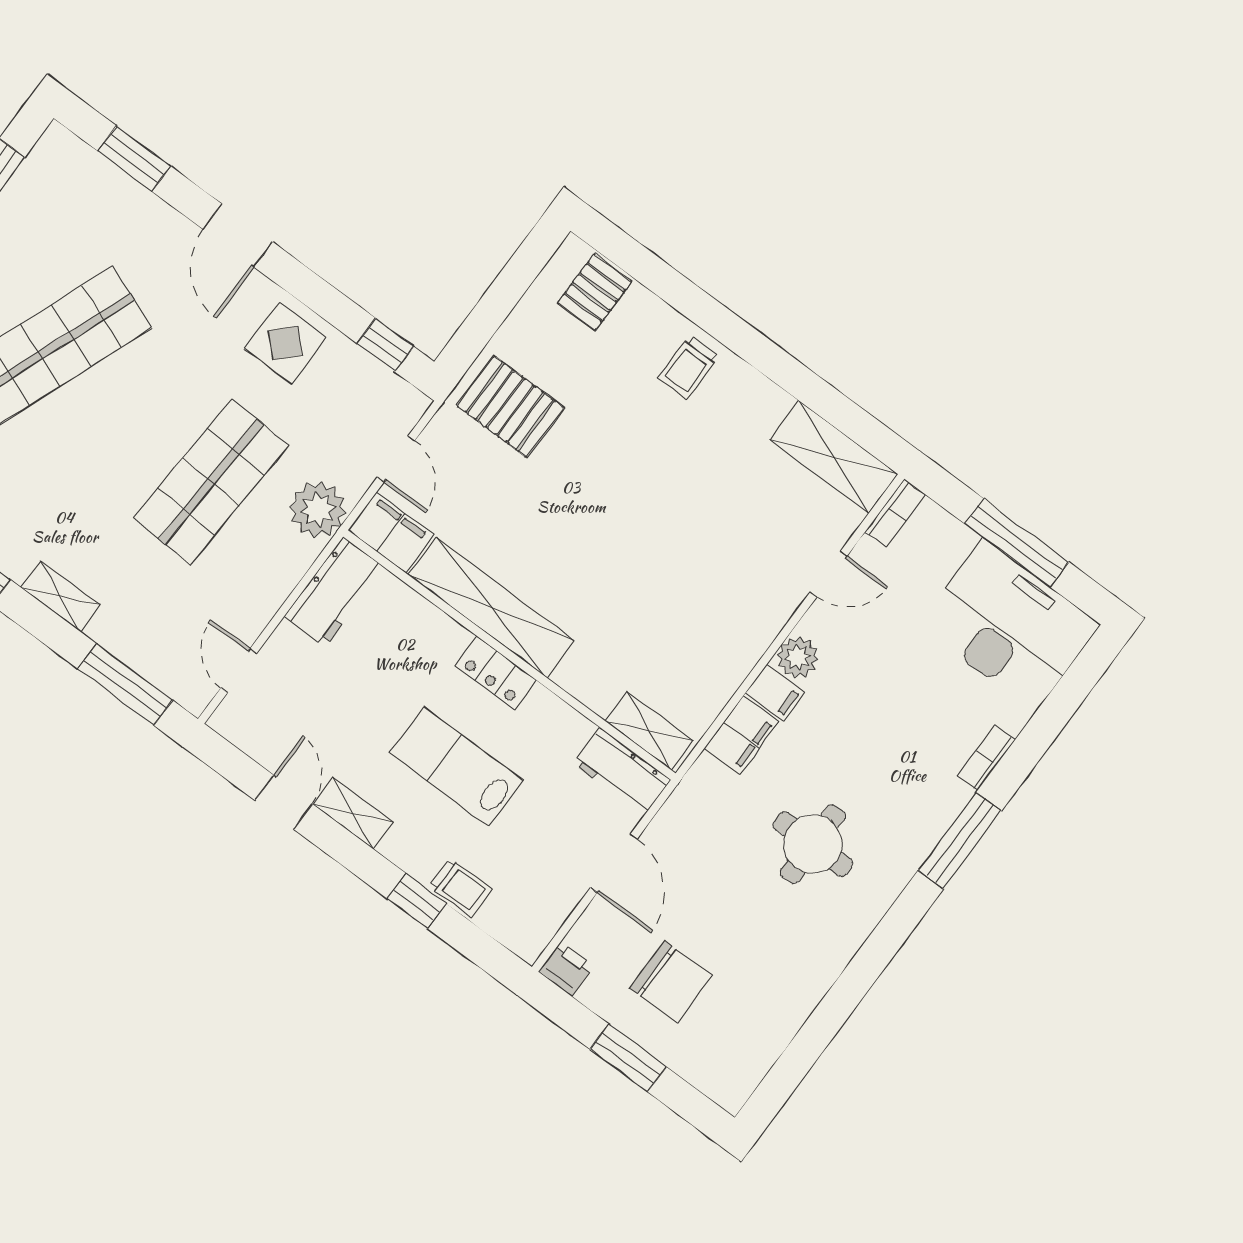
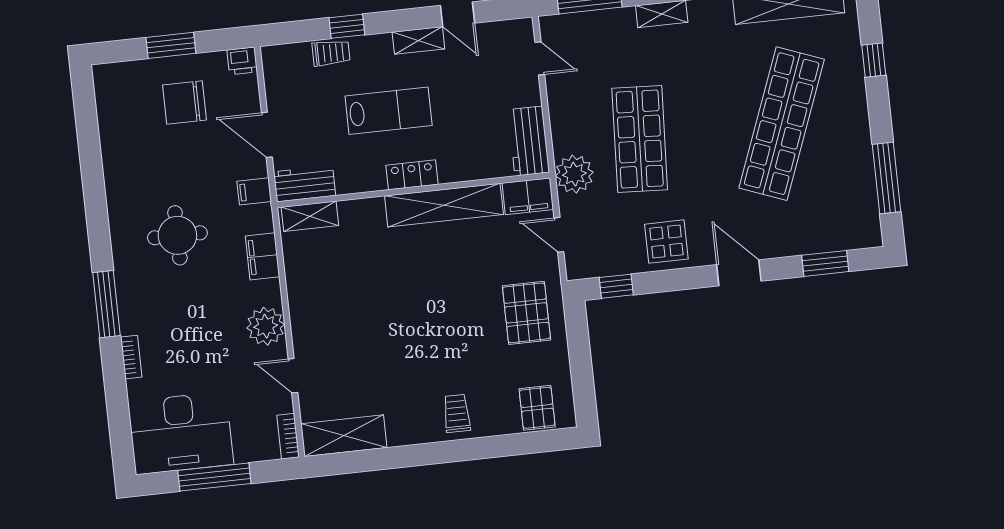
pallet: (510, 407) -> (526, 313), turned 90
door: (829, 574) -> (293, 376), hinge flipped
plant: (798, 657) -> (266, 326), width x1.36, depth x1.36
filing cabinet: (775, 693) -> (254, 191), moved
trolley: (461, 888) -> (331, 53), turned 180

